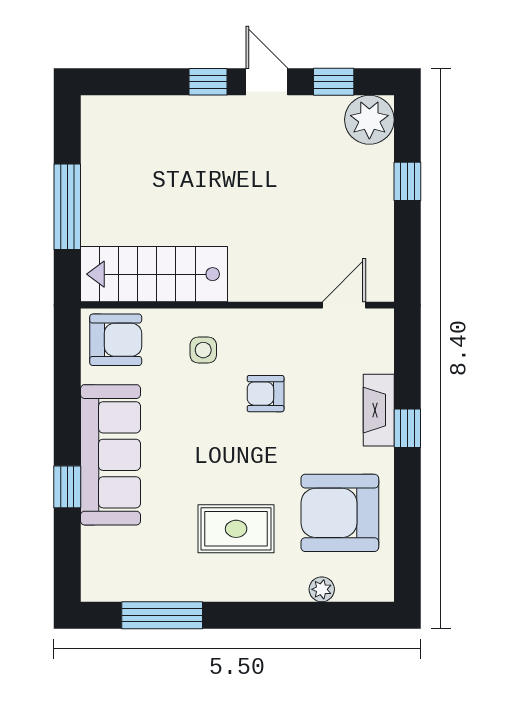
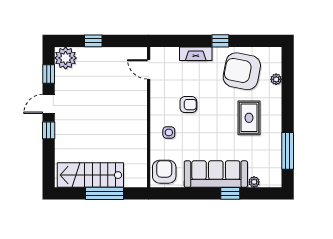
stairs: (154, 274) -> (90, 175), moved, turned 90
armchair: (266, 394) -> (188, 105), turned -90
window: (407, 428) -> (220, 41), moved
armchair: (340, 513) -> (242, 71), turned 101
plant: (93, 540) -> (254, 182), added

